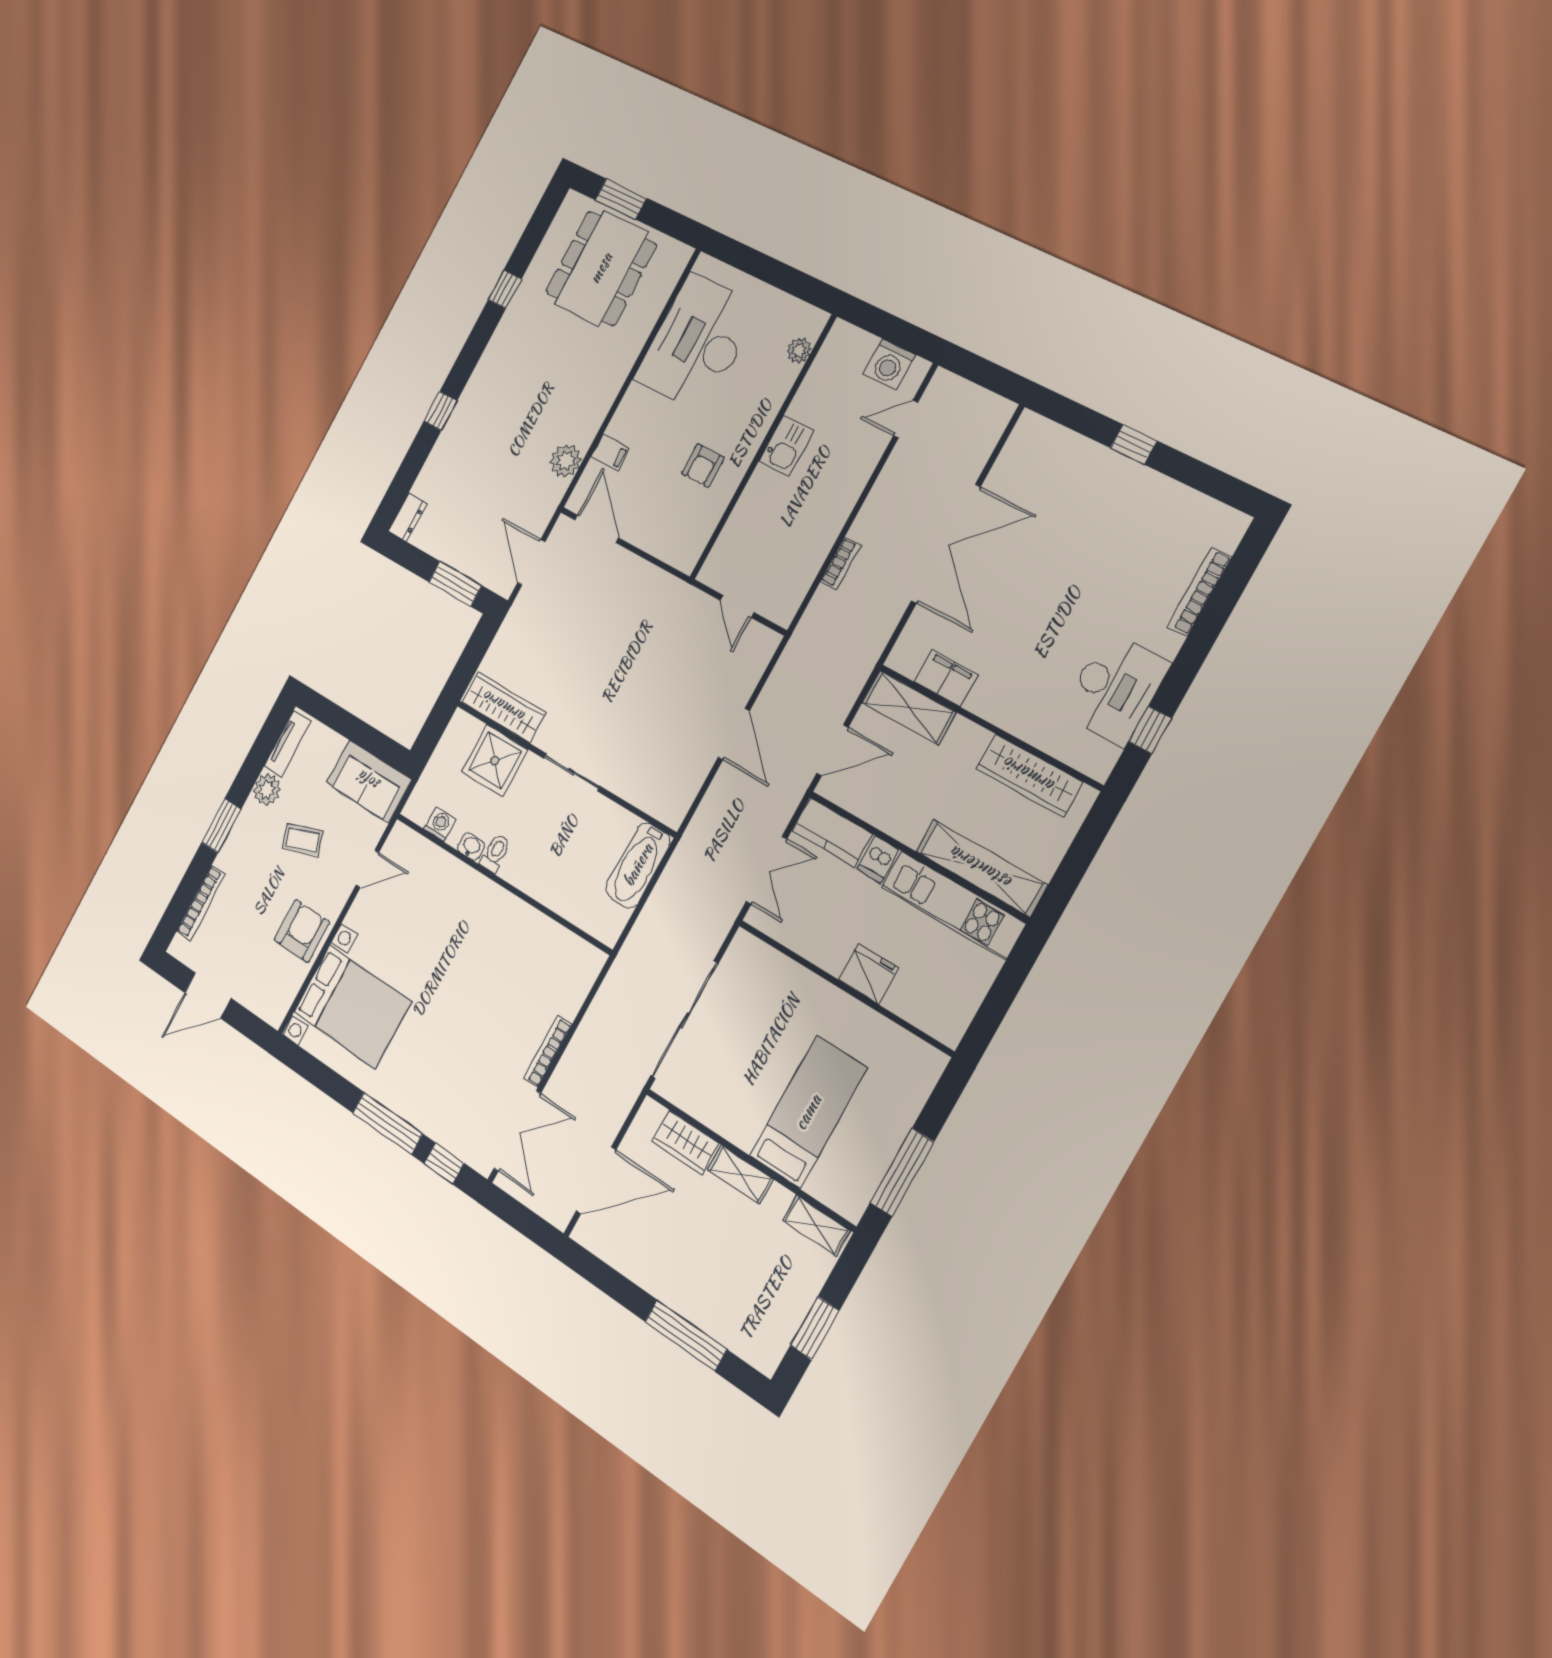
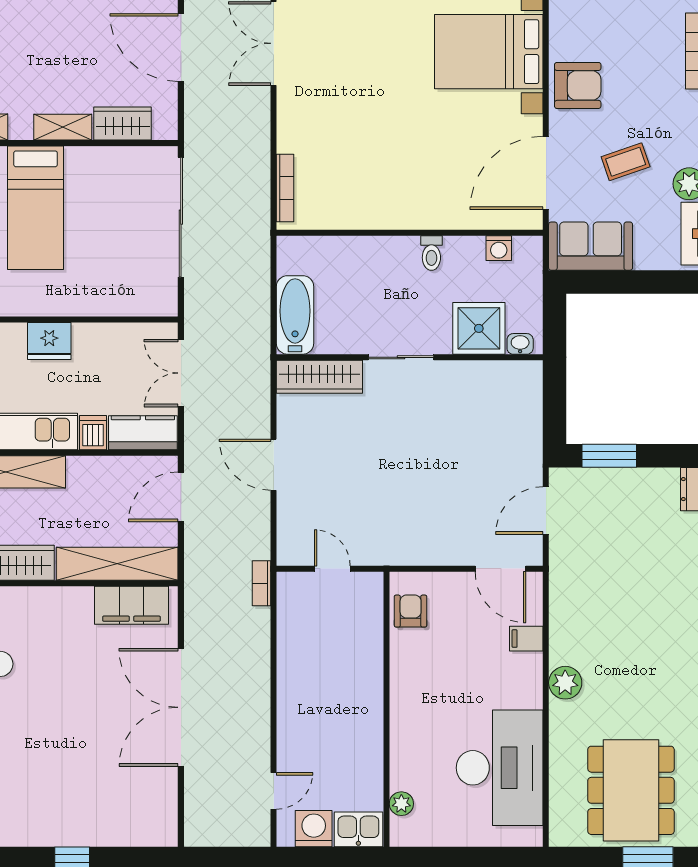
kitchen sink: (786, 446) -> (358, 829), moved, turned 90
plant: (566, 461) -> (565, 683), moved
armchair: (703, 466) -> (411, 611), moved
door: (531, 562) -> (546, 511), swing flipped
bookcase: (841, 564) -> (262, 583), moved
filing cabinet: (946, 678) -> (131, 605), width x1.50, depth x1.17
wardrobe: (504, 707) -> (319, 377), moved
shelving: (909, 708) -> (117, 564), width x1.47
washbasin: (471, 847) -> (520, 344), moved, turned 180
door: (367, 869) -> (546, 173), width x1.87
armchair: (302, 931) -> (578, 85), turned -90
bookcase: (548, 1051) -> (285, 188), moved
door: (596, 1180) -> (181, 48), hinge flipped

